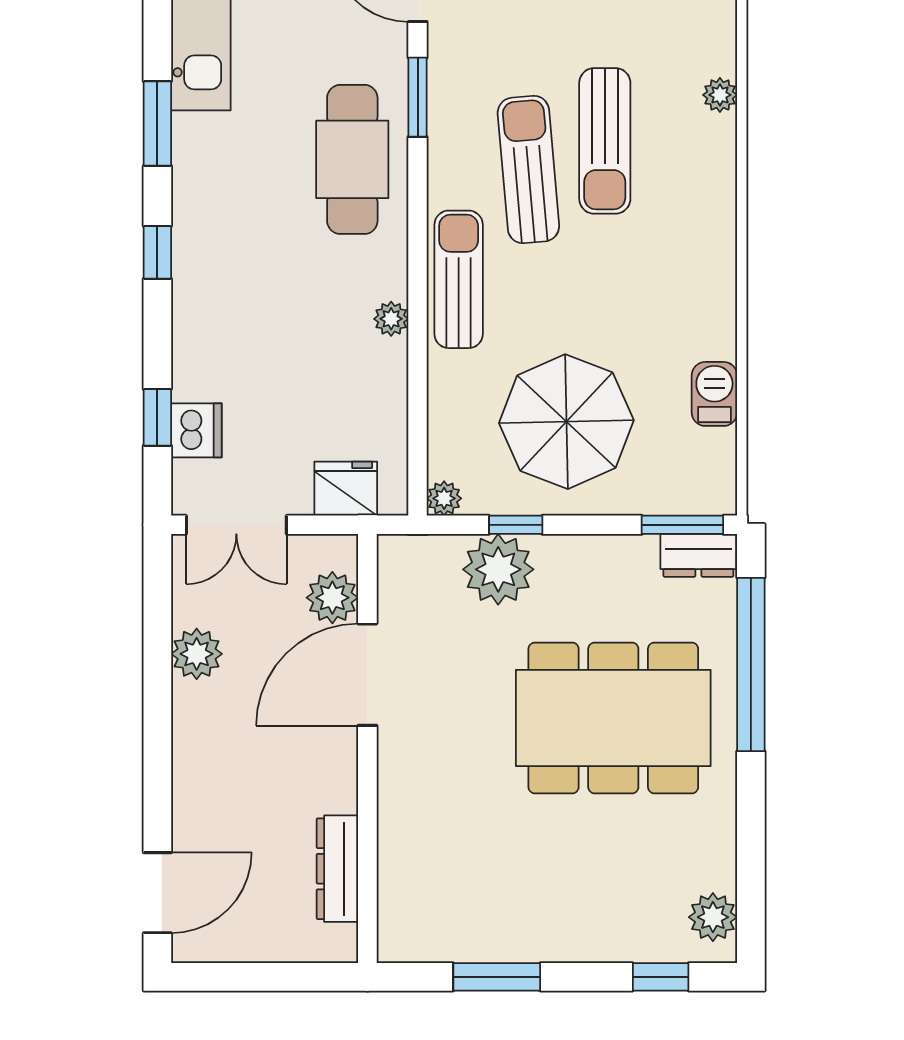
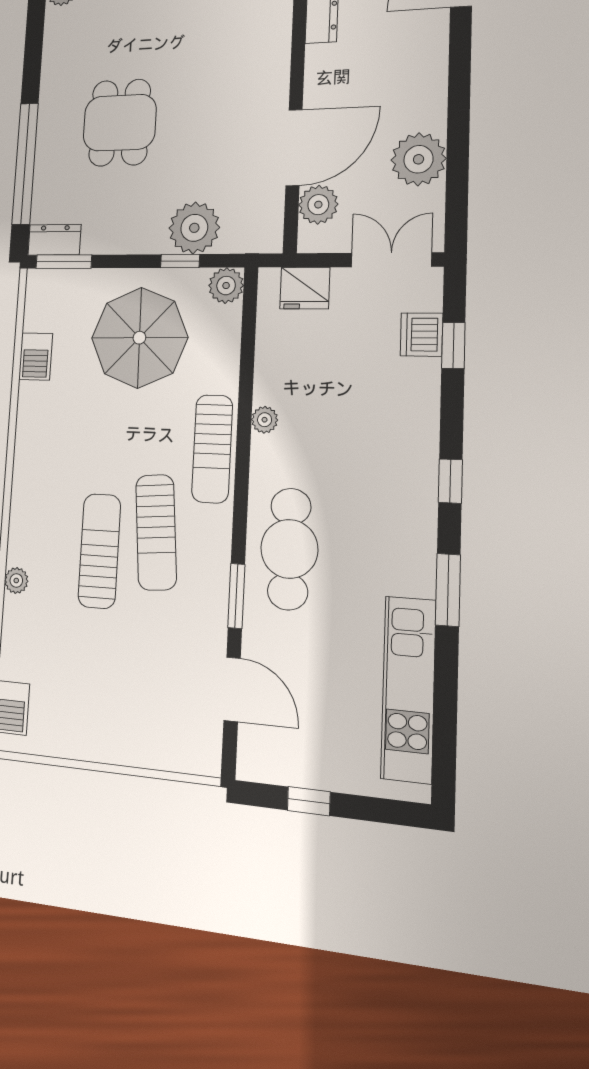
plant: (444, 498) -> (226, 285), width x1.38, depth x1.38
plant: (197, 654) -> (418, 159), width x1.36, depth x1.36
dining table: (613, 718) -> (120, 123), width x0.53, depth x0.80

